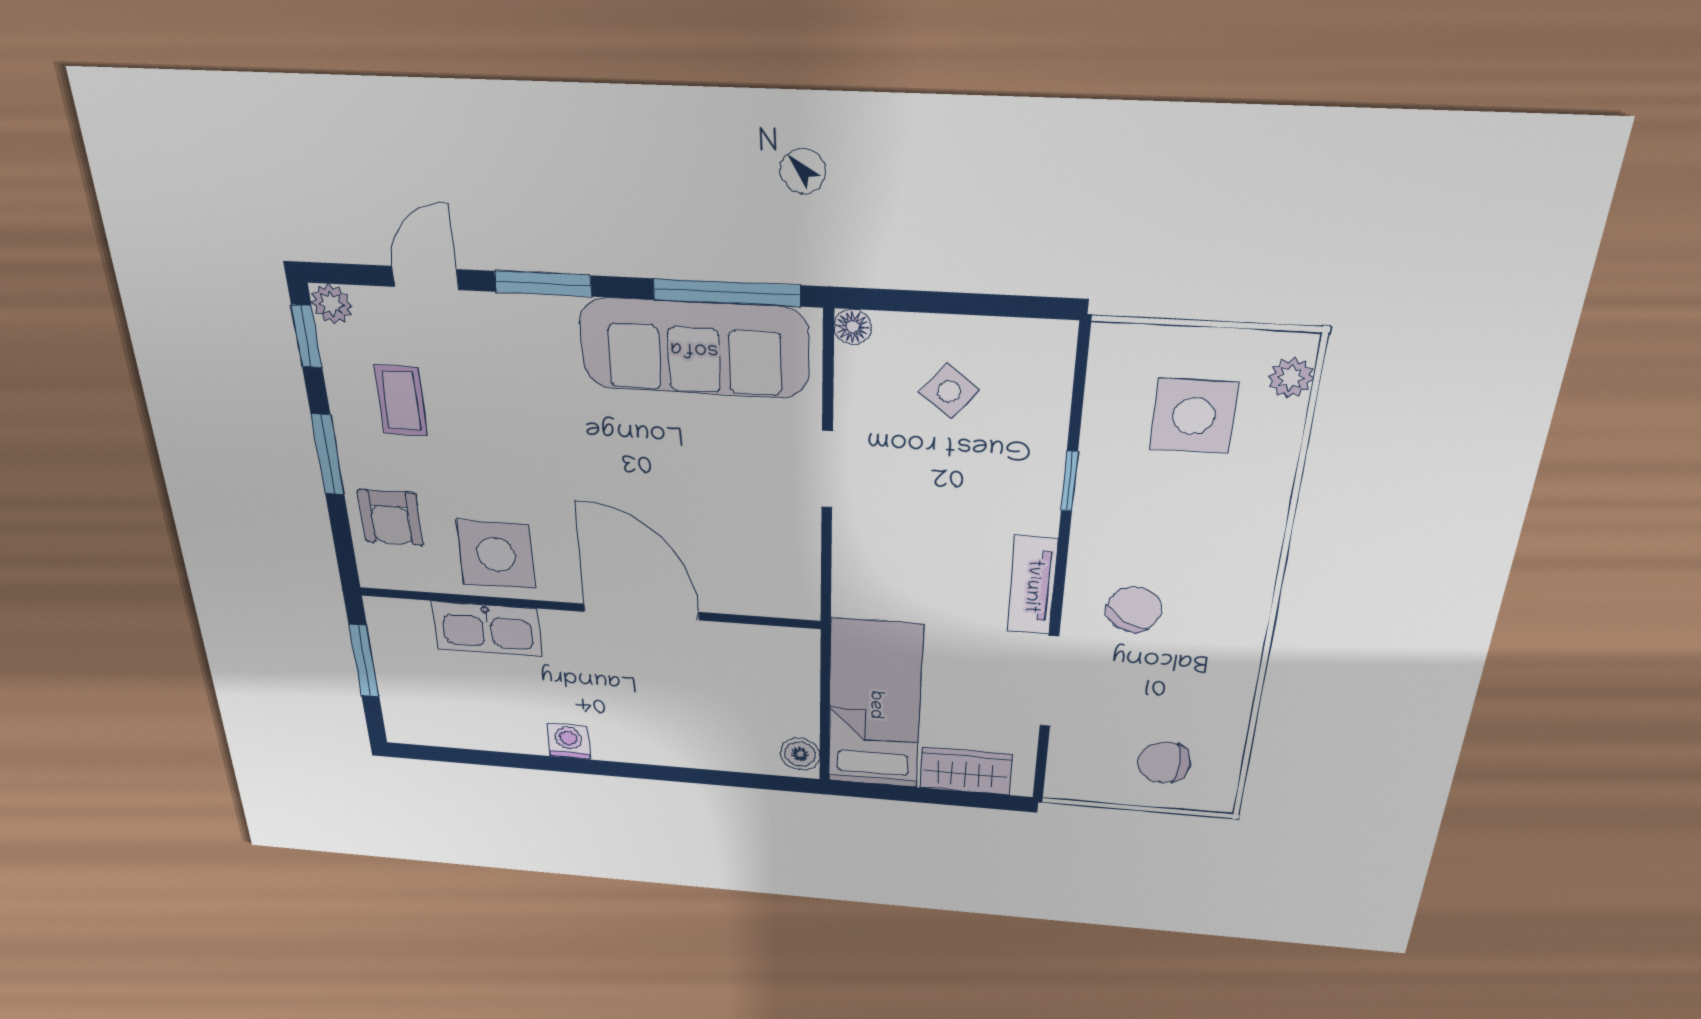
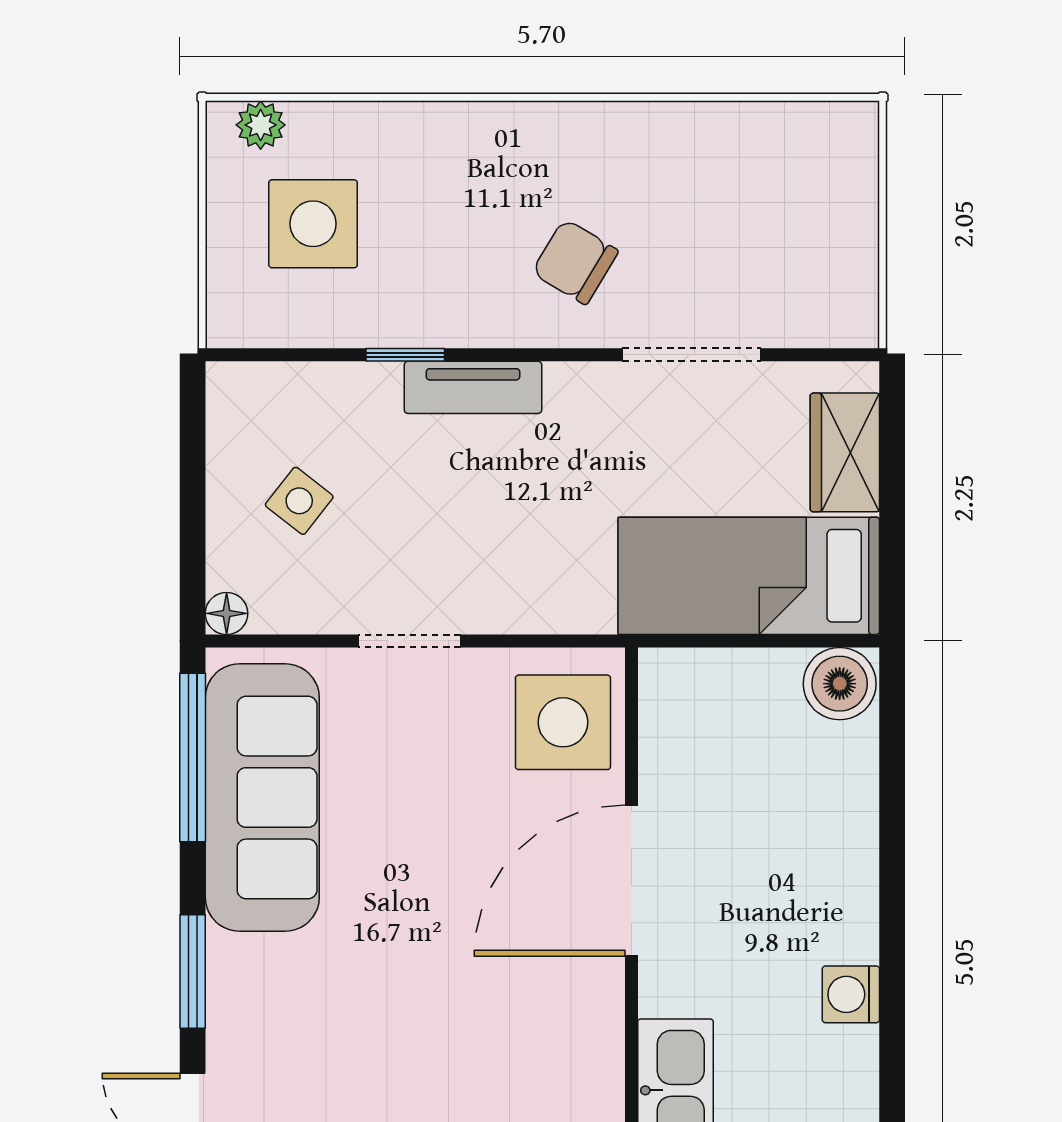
side table: (496, 554) -> (563, 722), moved
tv unit: (1032, 586) -> (473, 387), moved
boiler: (800, 754) -> (840, 684), width x1.36, depth x1.36
chair: (1164, 763) -> (804, 199), removed

